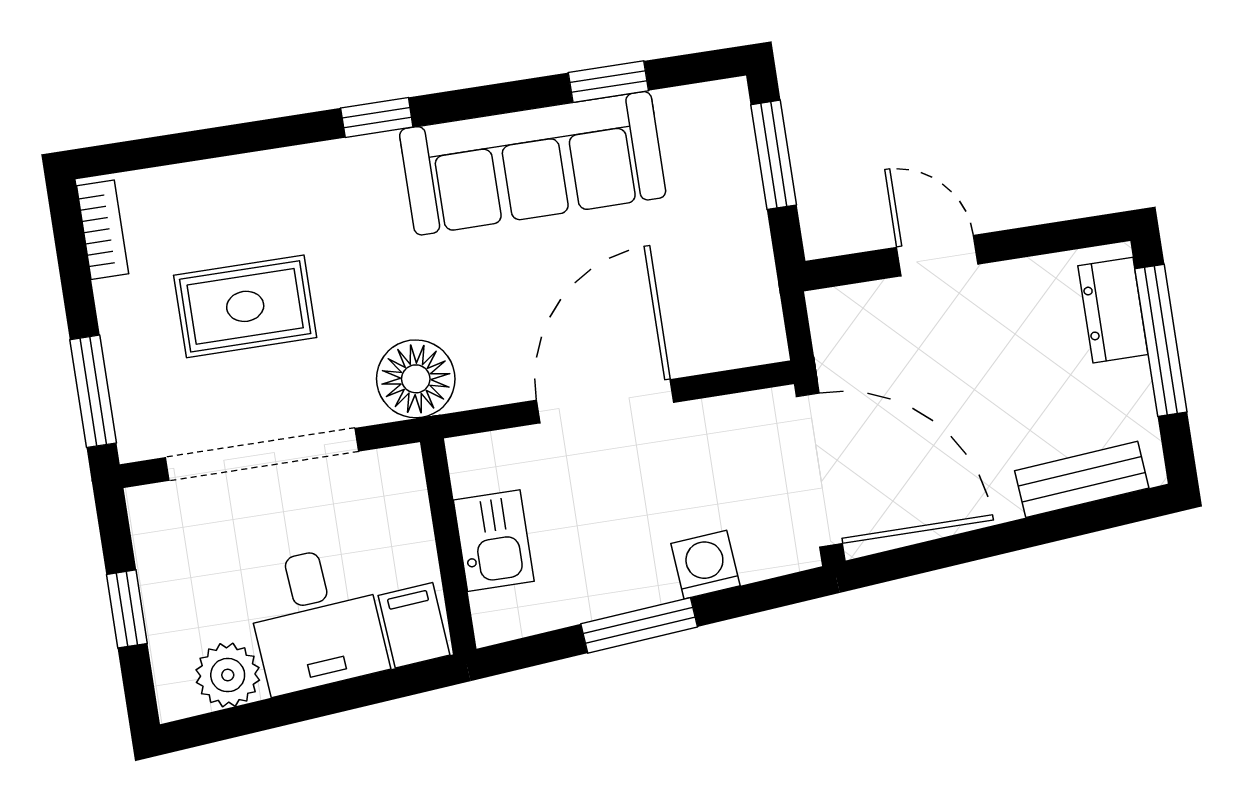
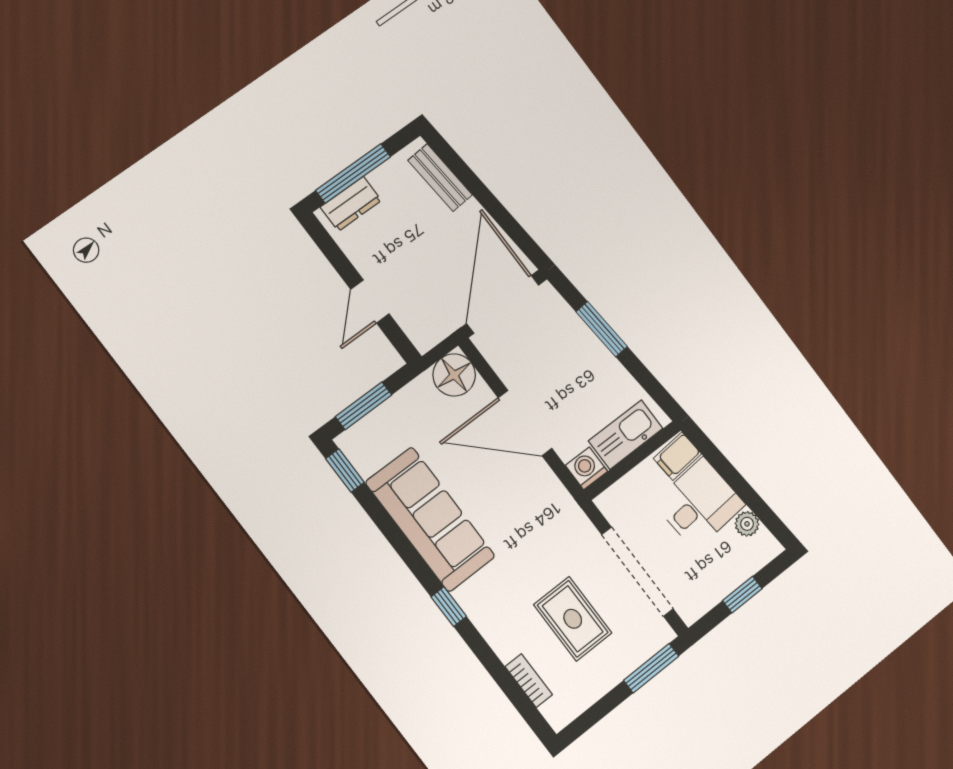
window: (608, 82) -> (345, 471), moved
bookcase: (103, 230) -> (529, 681), moved, turned 90
floor lamp: (416, 379) -> (454, 375), moved
kitchen sink: (494, 541) -> (626, 435), width x1.38
washing machine: (705, 565) -> (586, 468), moved, turned 95
window: (639, 625) -> (602, 329), moved
plant: (228, 675) -> (747, 524), width x0.73, depth x0.73

